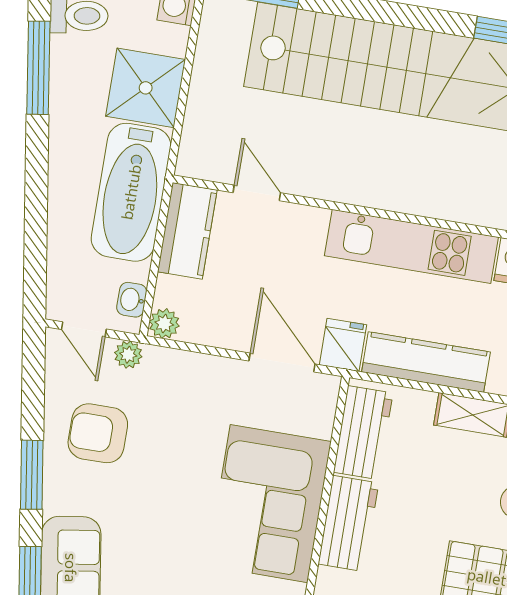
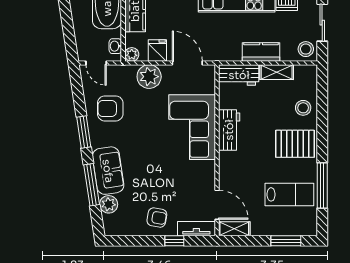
fridge: (343, 345) -> (157, 51), moved
plant: (128, 355) -> (149, 77), moved, width x1.88, depth x1.88
kitchen counter: (426, 362) -> (261, 52), width x0.67
workbench: (363, 433) -> (239, 75), moved, turned 90

